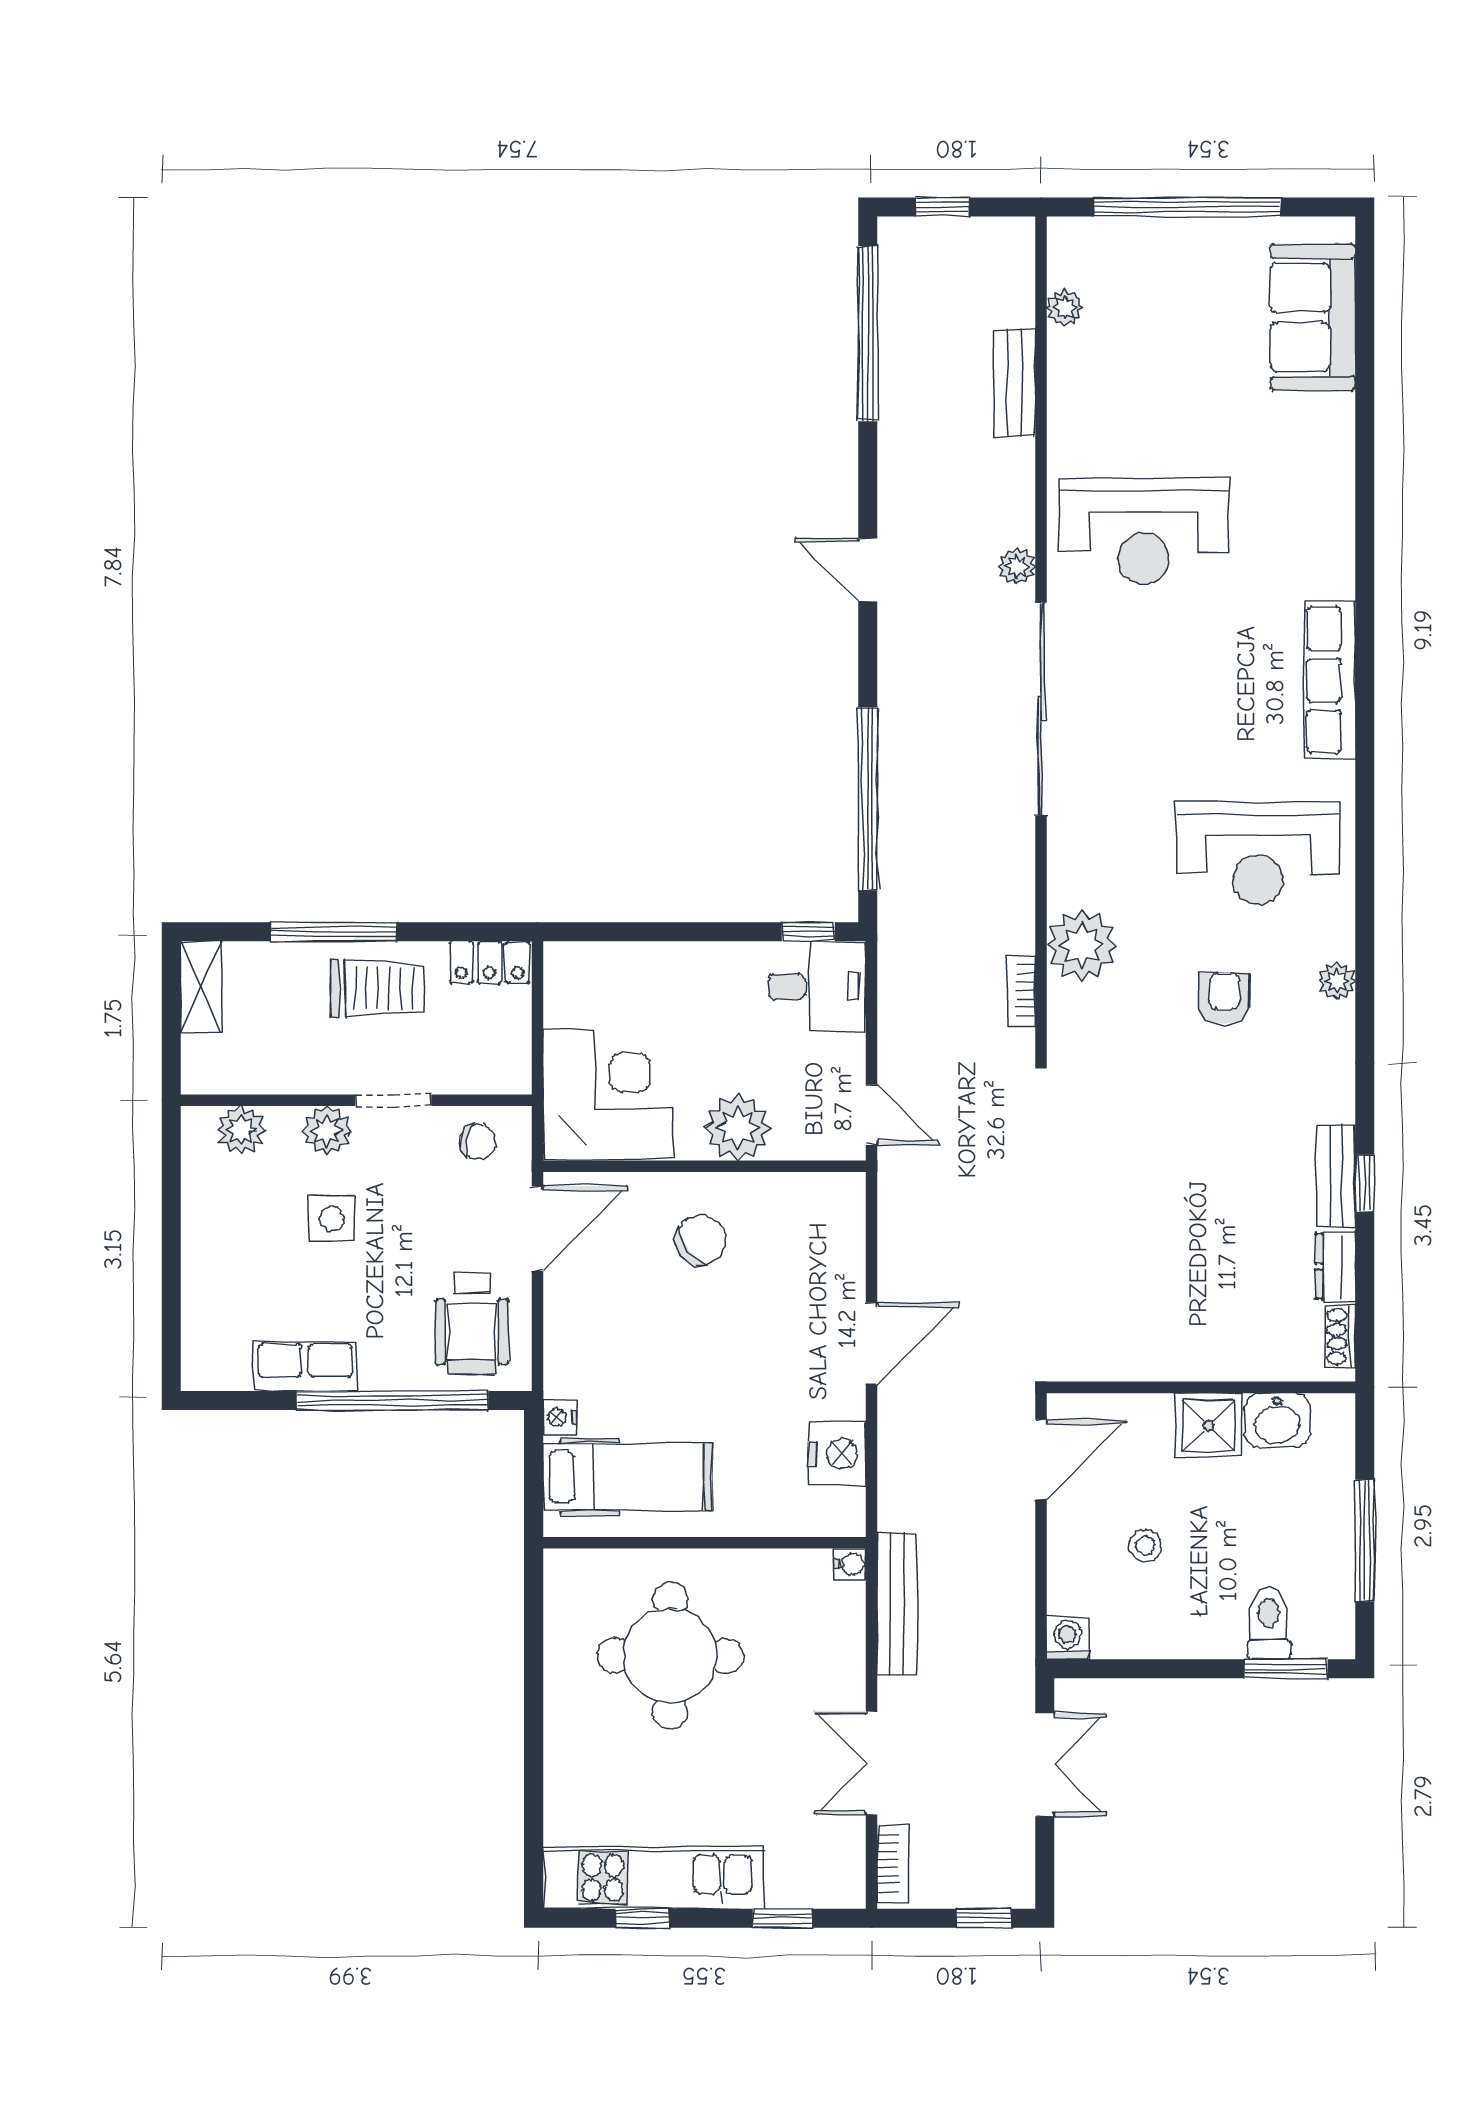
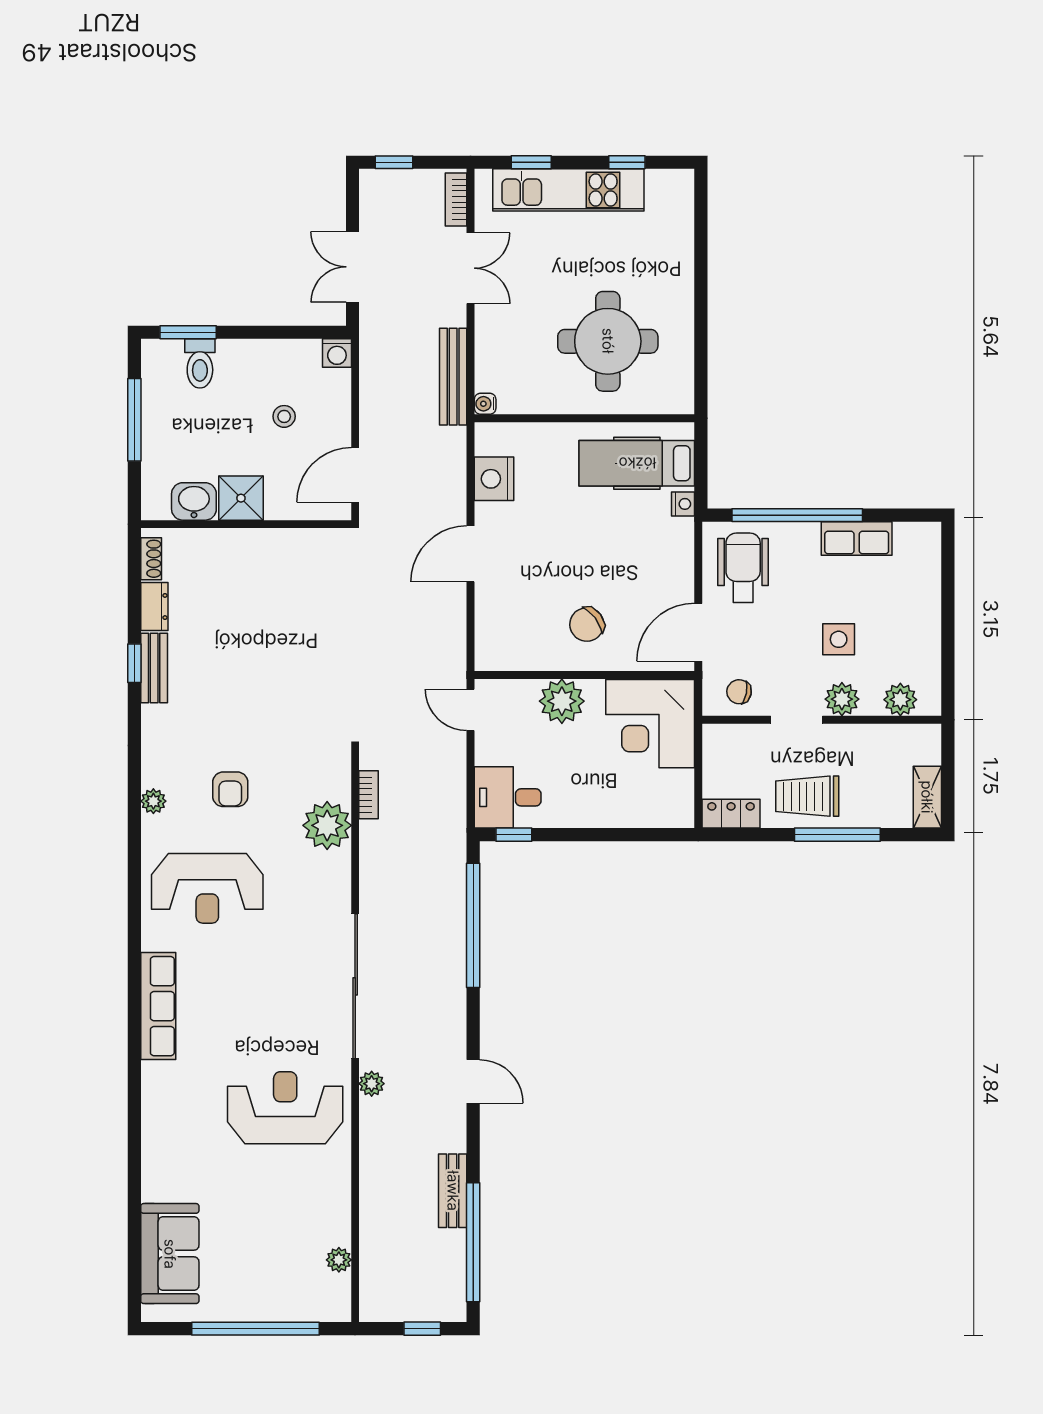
bench: (1015, 383) -> (453, 1191), moved
reception desk: (1258, 853) -> (207, 888), turned 180
kitchen unit: (654, 1878) -> (568, 190), moved

